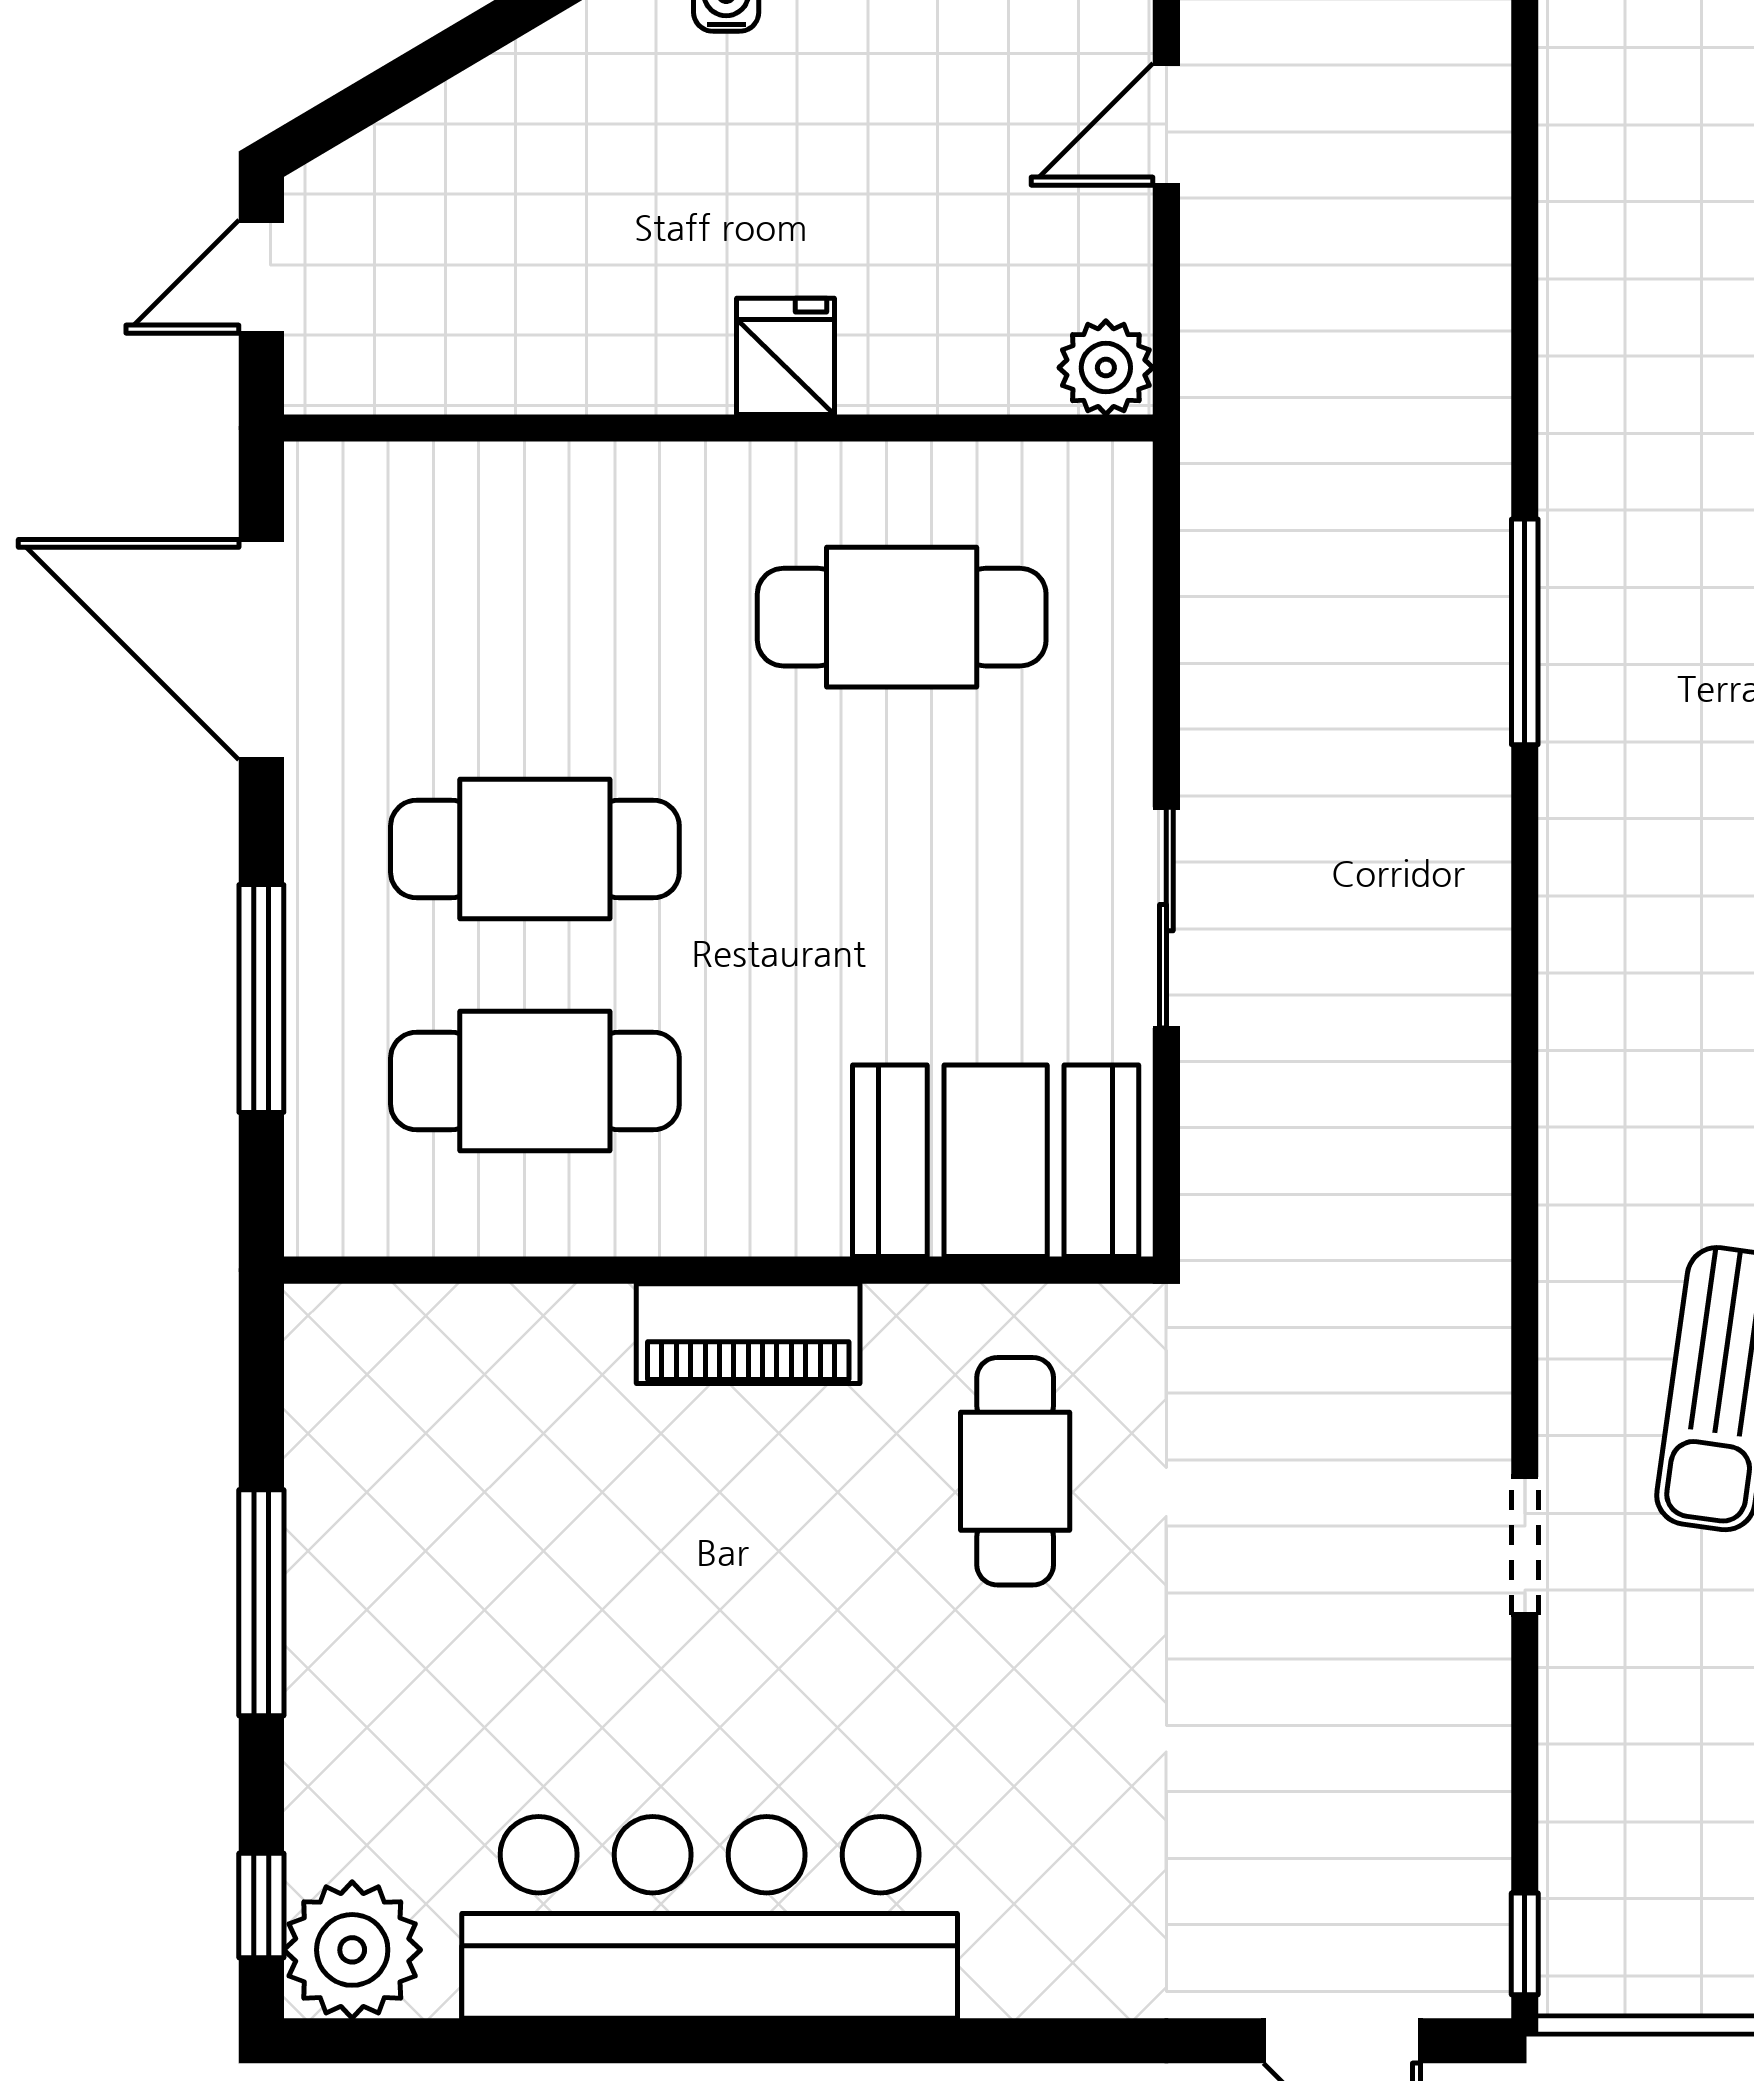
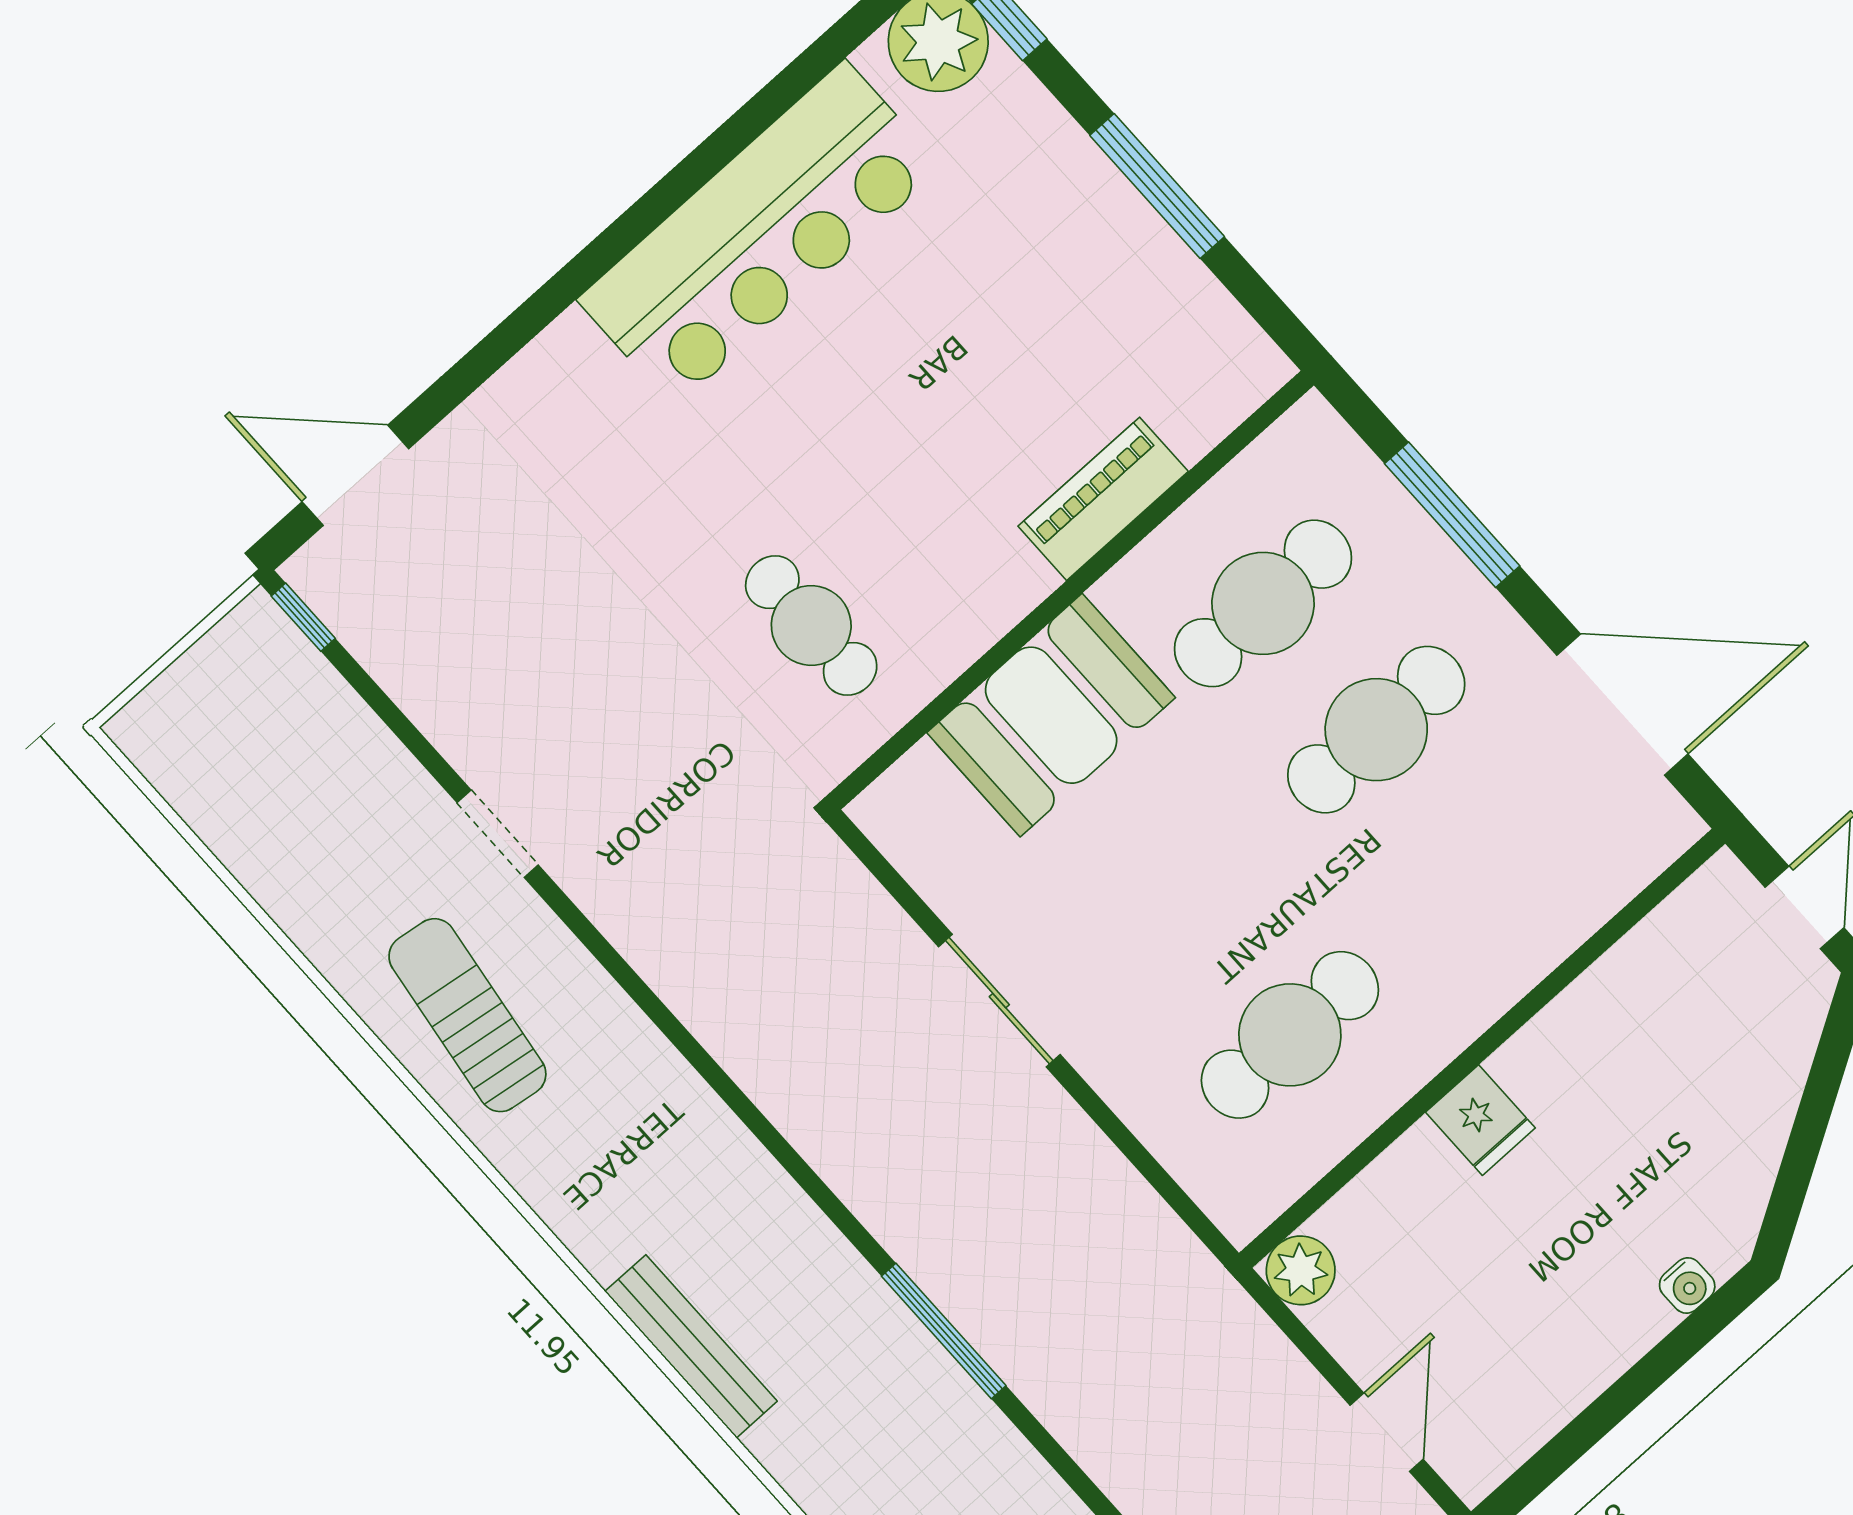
booth: (996, 1161) -> (1051, 715), moved
piano: (748, 1334) -> (1103, 499), moved

